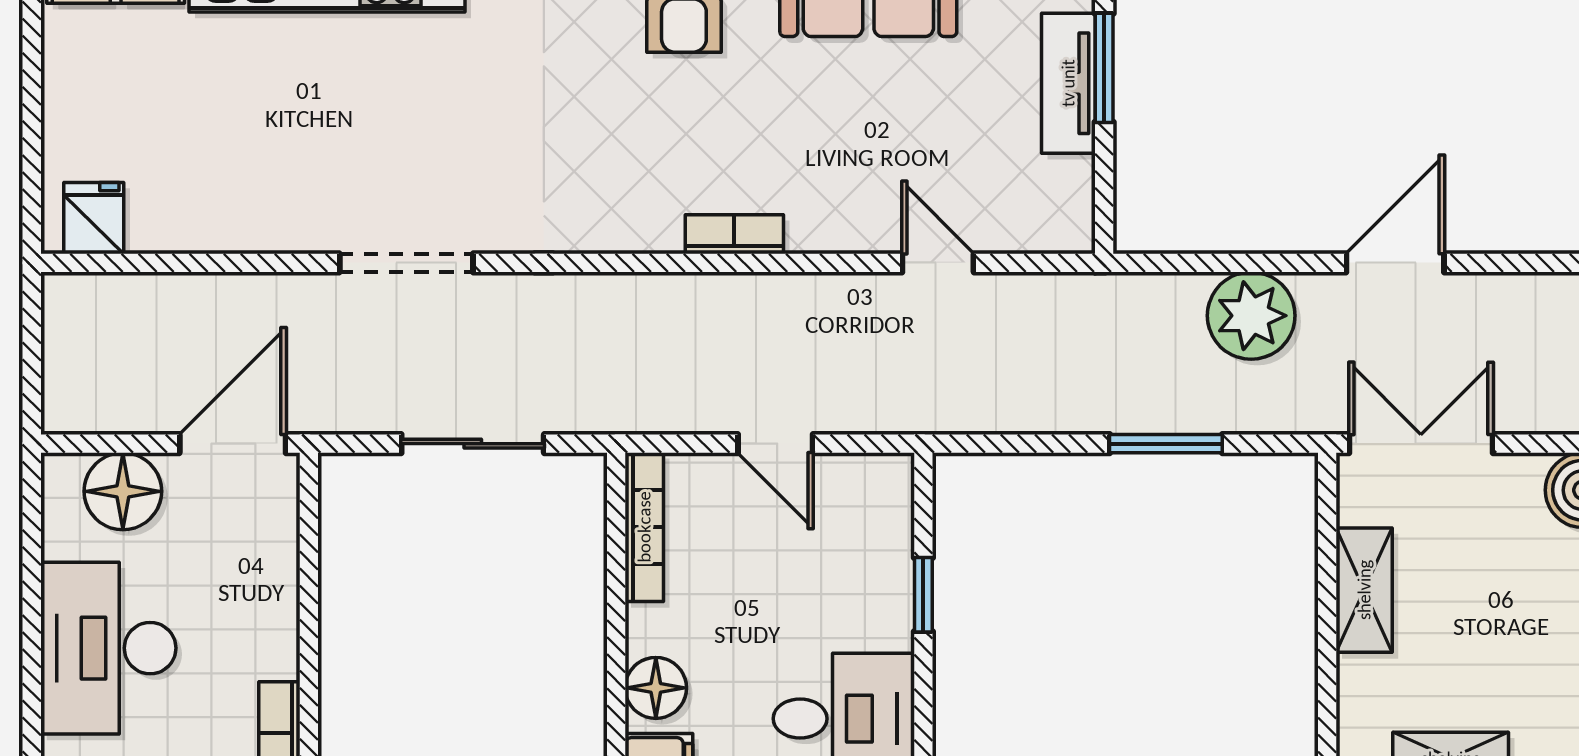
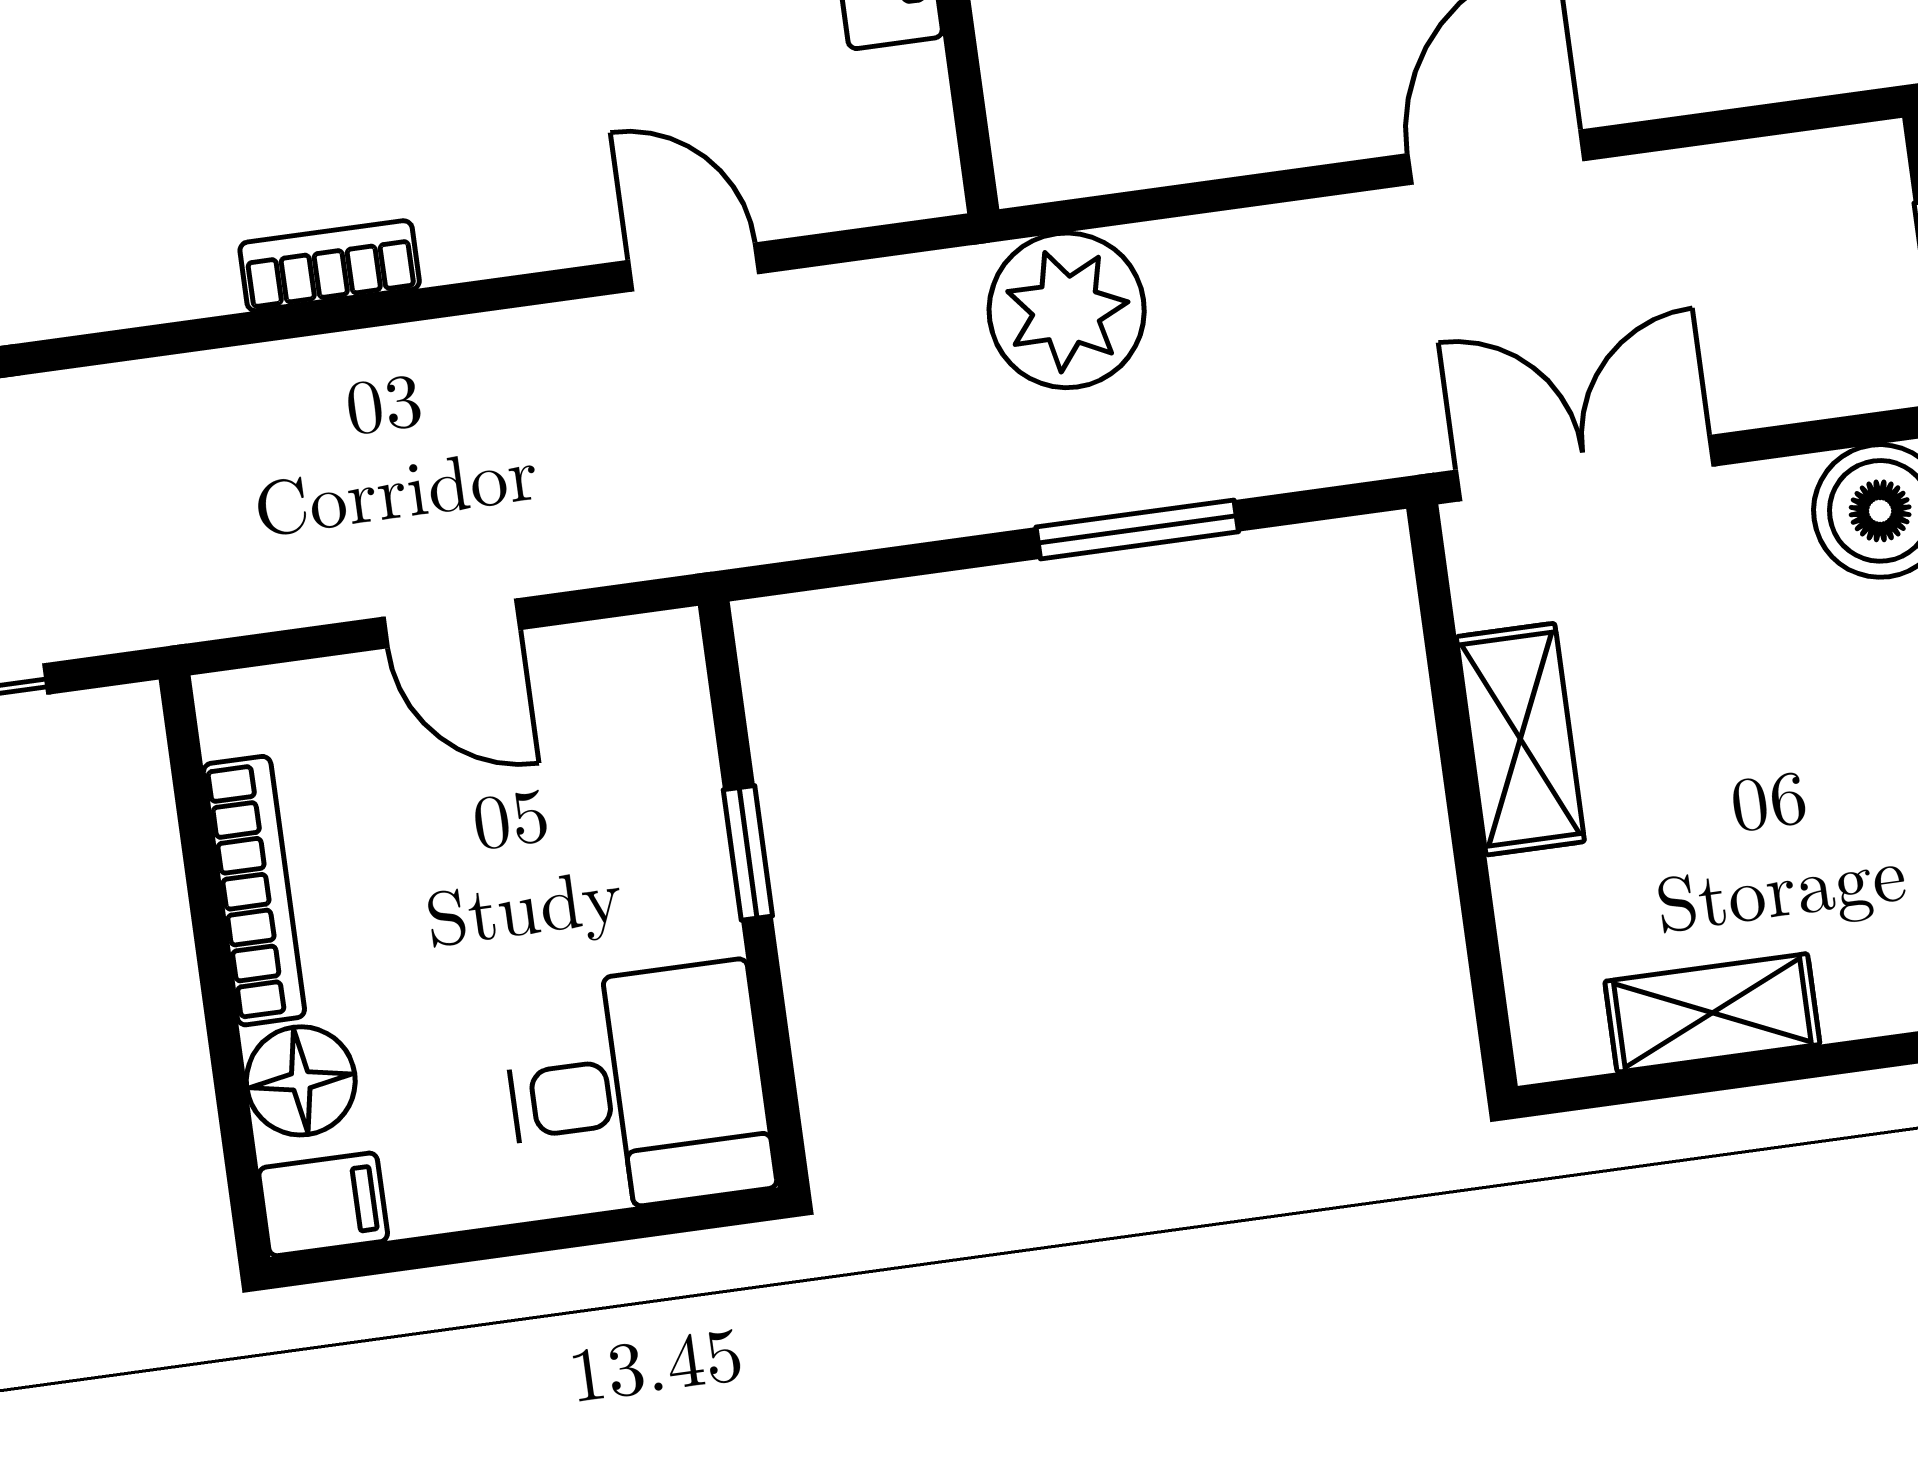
plant: (1251, 316) -> (1067, 310), moved
bookcase: (644, 527) -> (254, 891), moved

